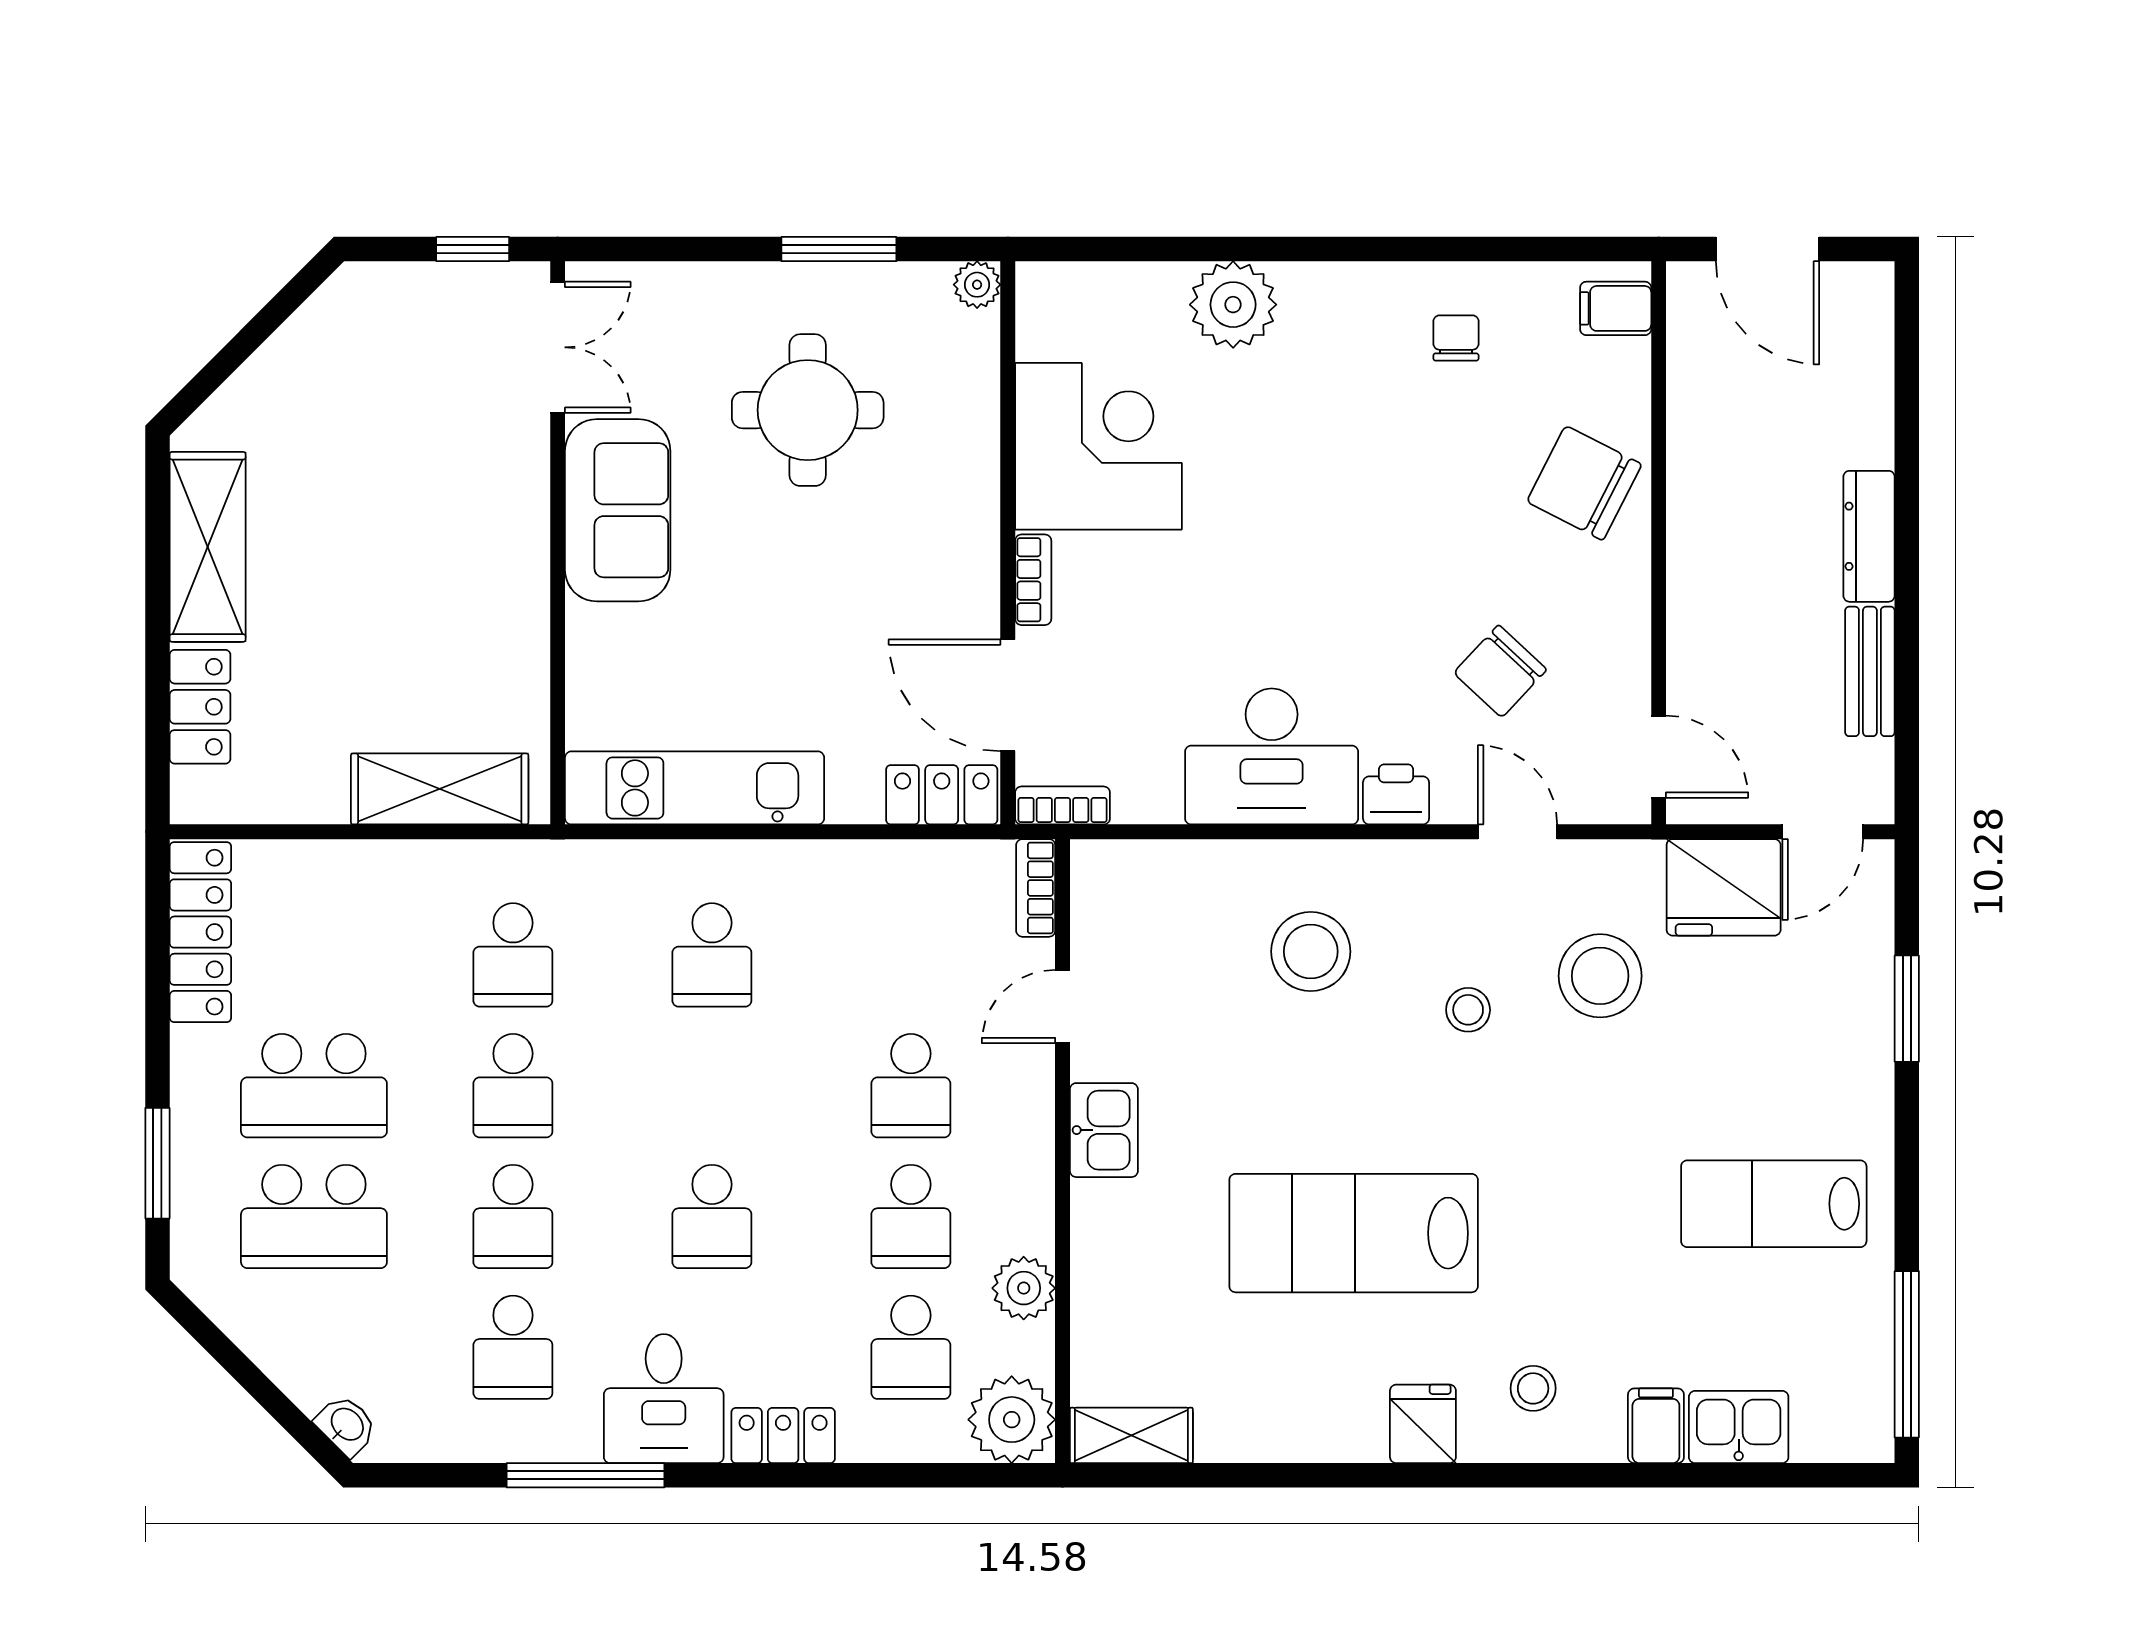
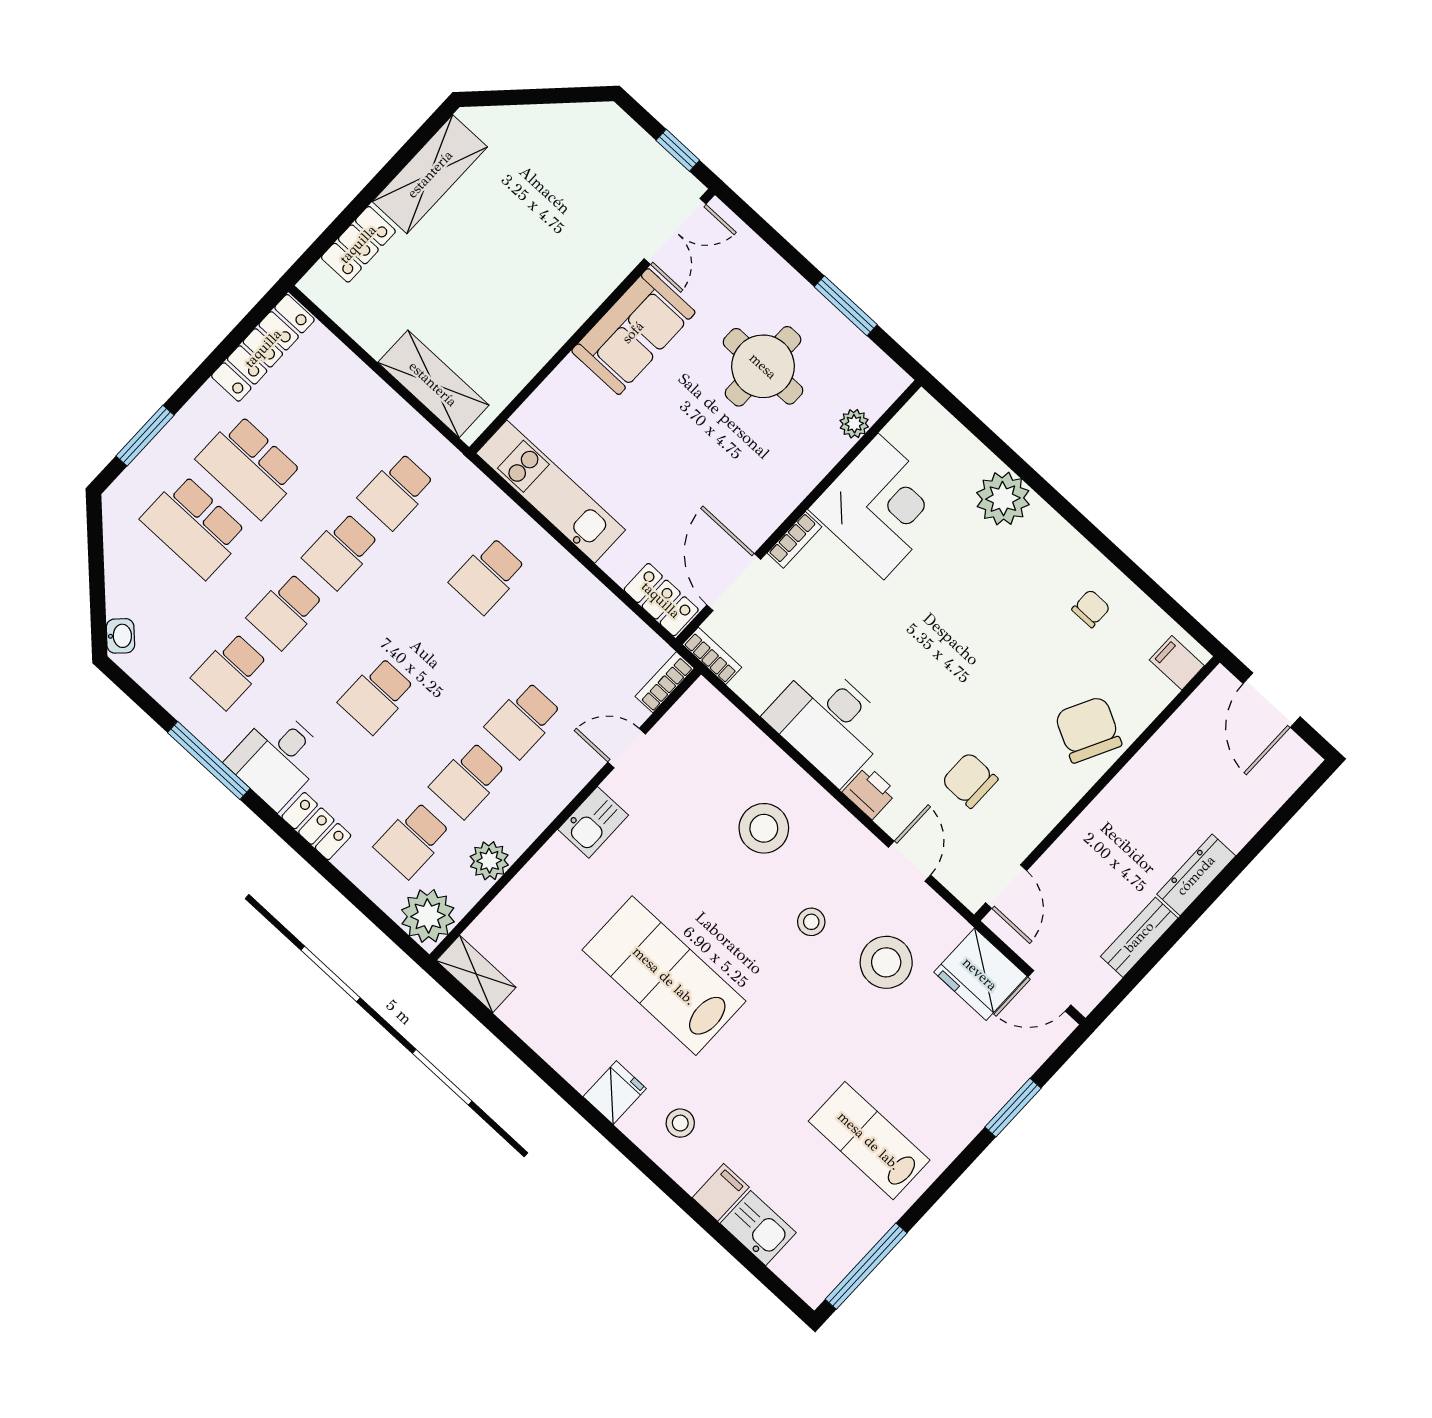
plant: (977, 285) -> (854, 424), moved
chair: (1500, 671) -> (970, 780), turned 47

